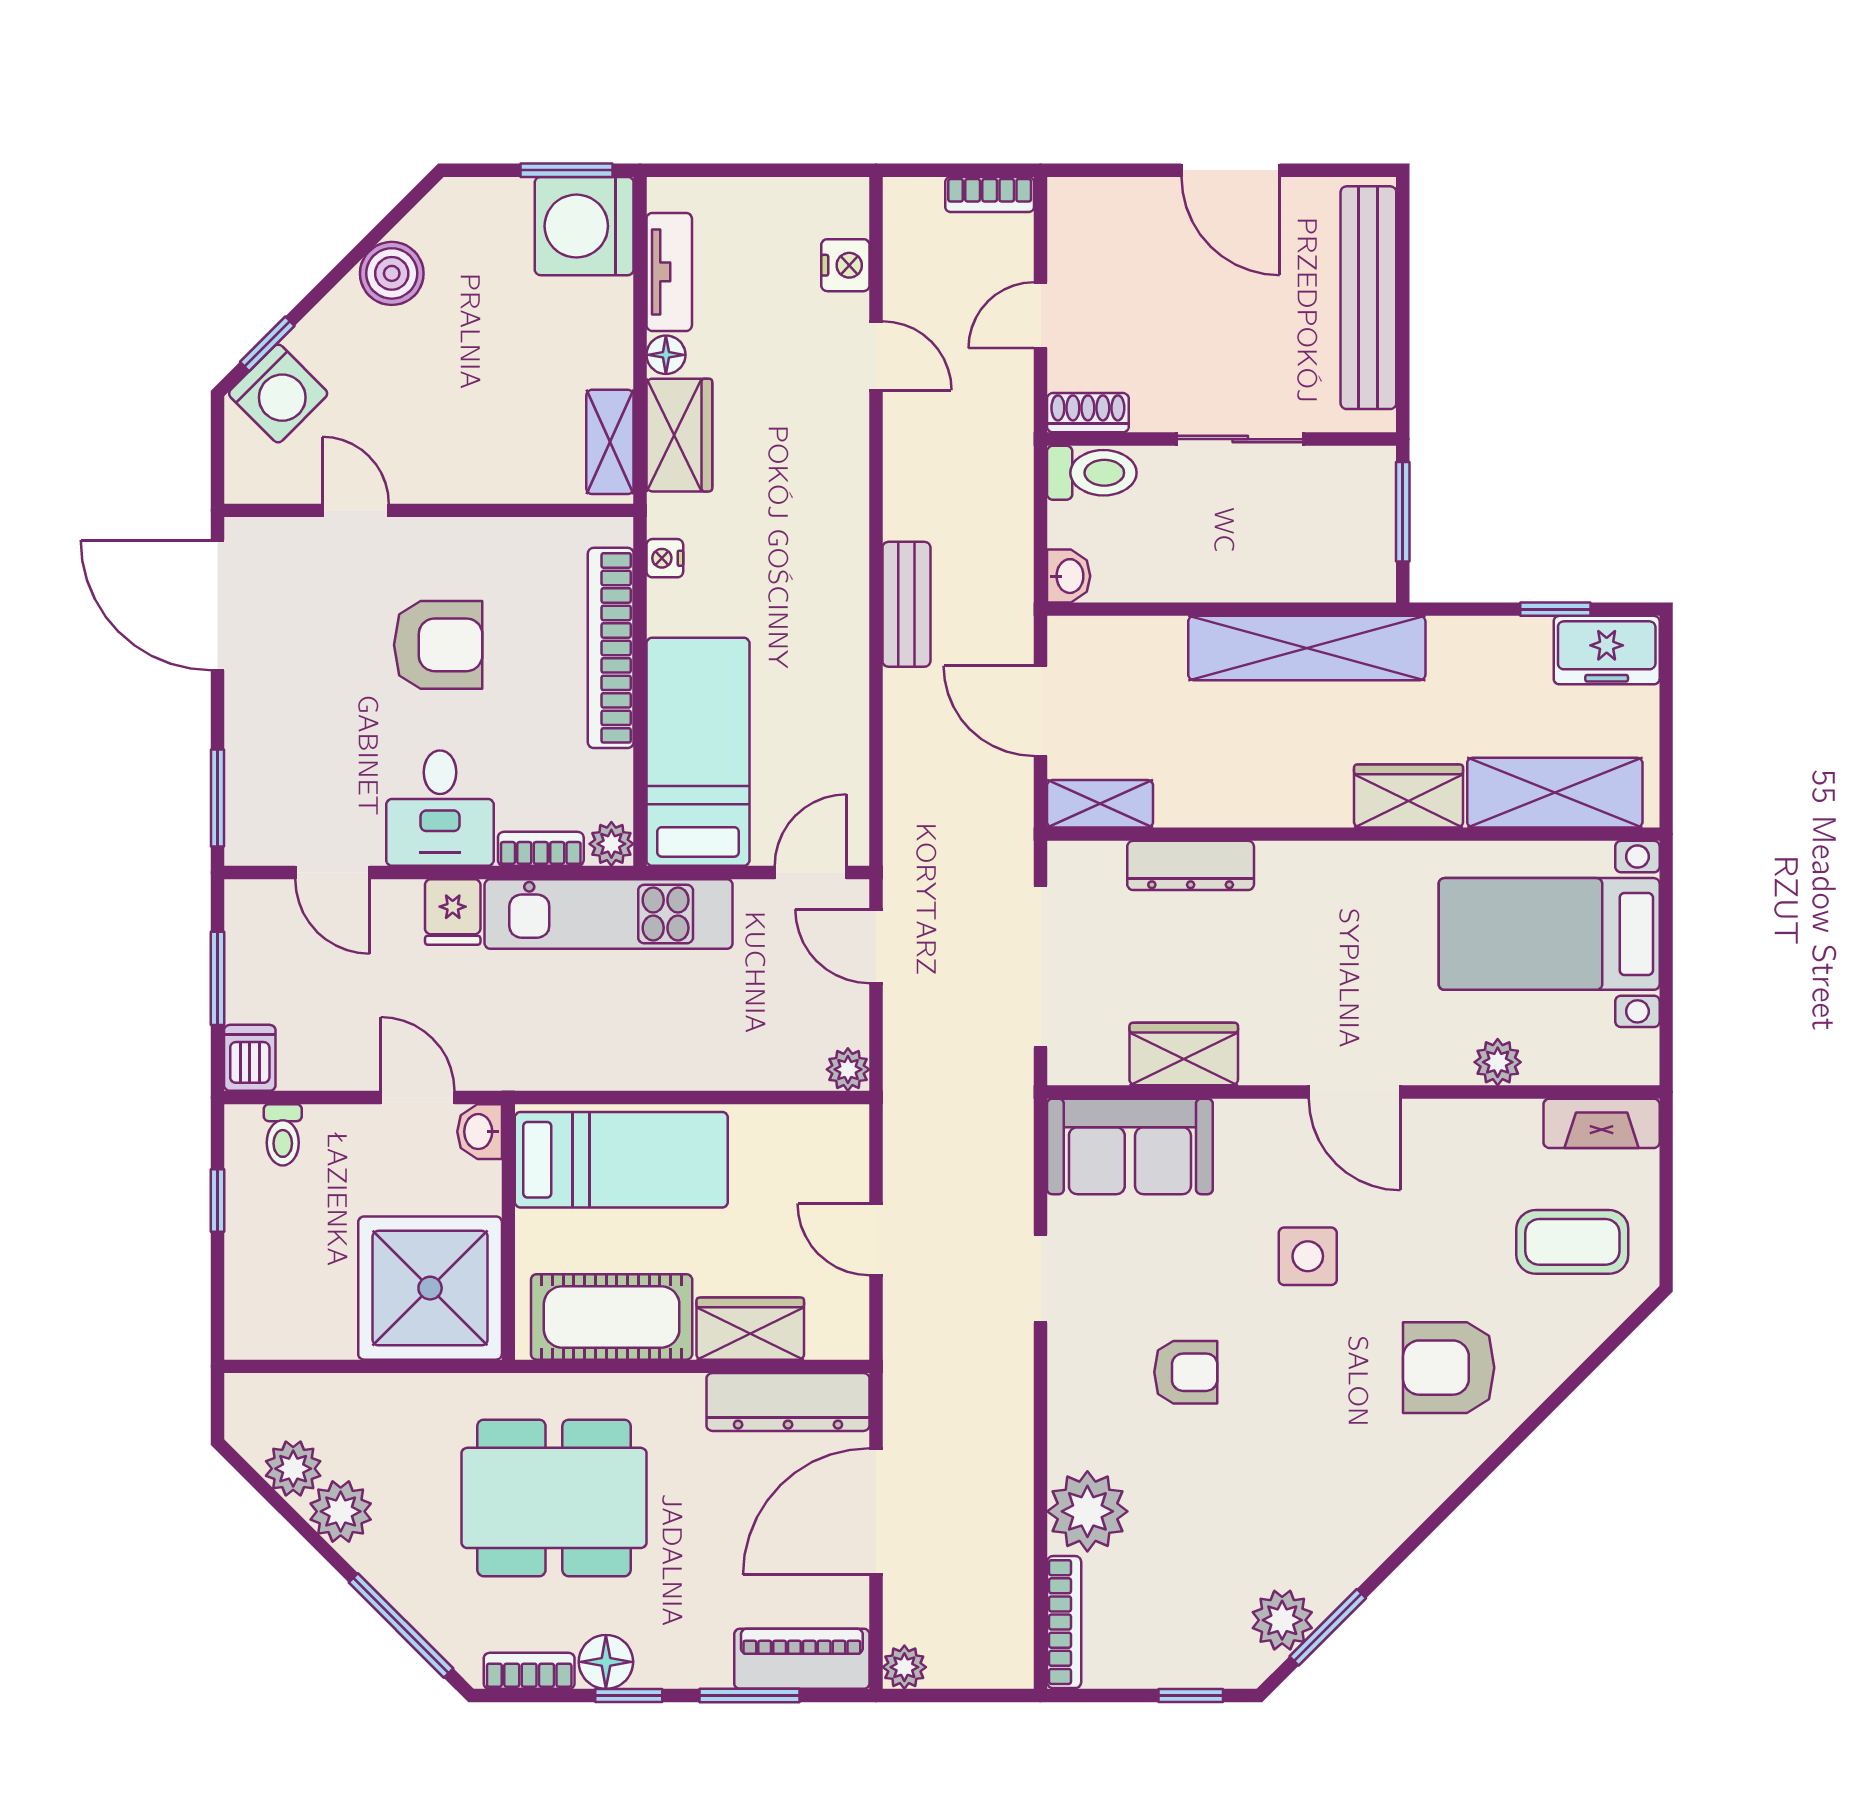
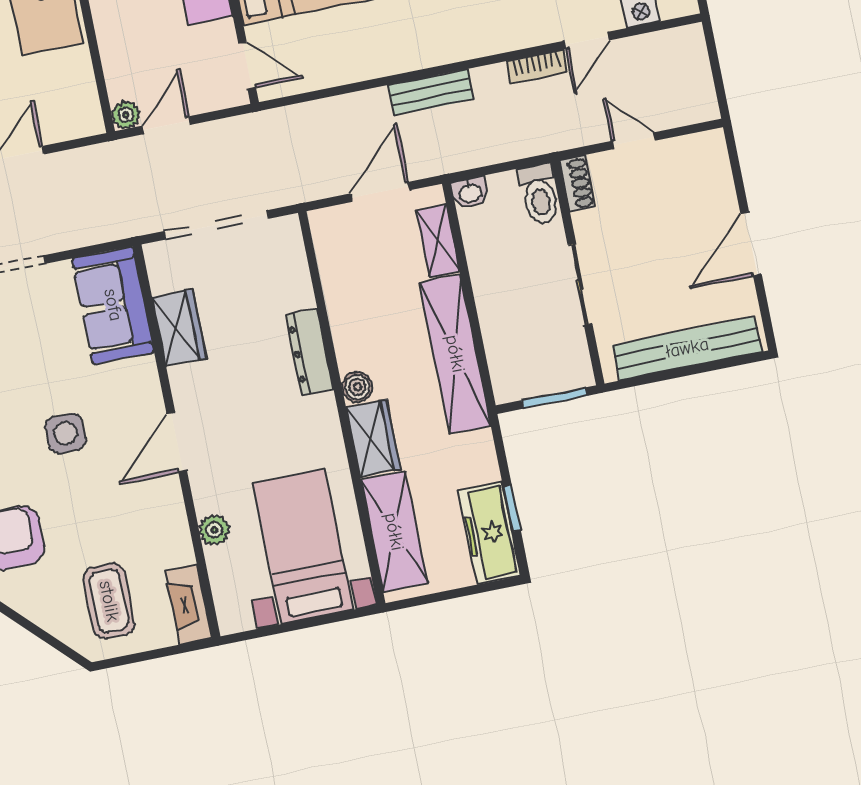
bookcase: (990, 195) -> (537, 67), moved, turned -90
freezer: (1607, 650) -> (490, 533), width x1.40
shelving: (1100, 804) -> (438, 241), moved
boiler: (1327, 804) -> (357, 387), added
dresser: (1191, 865) -> (310, 352), moved
door: (876, 946) -> (167, 125), moved

